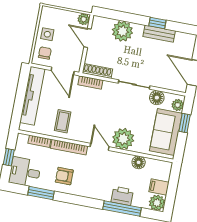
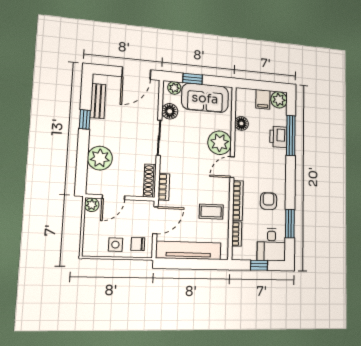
bench: (159, 34) -> (98, 101), moved
armchair: (64, 176) -> (268, 201), turned 180

